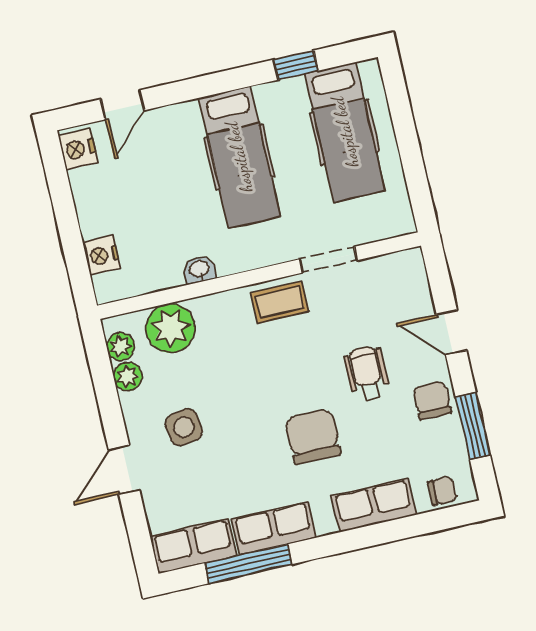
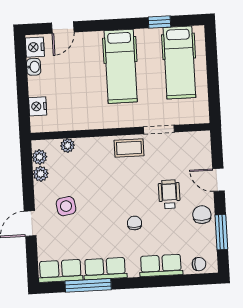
washbasin: (199, 270) -> (34, 67), moved, turned 90
plant: (170, 328) -> (68, 145), width x0.53, depth x0.53
chair: (313, 437) -> (134, 223), width x0.54, depth x0.54

